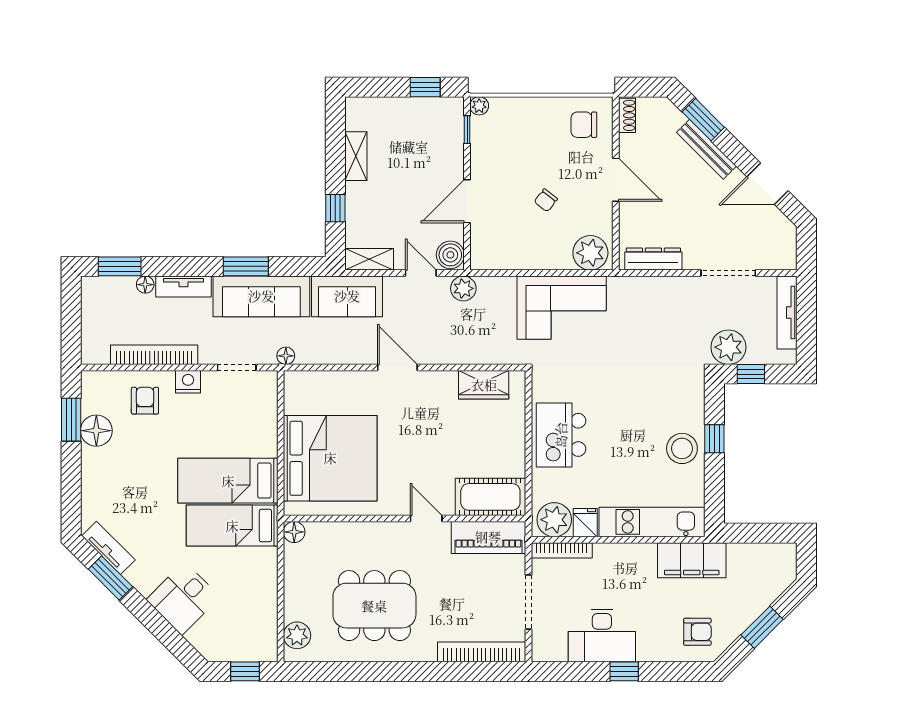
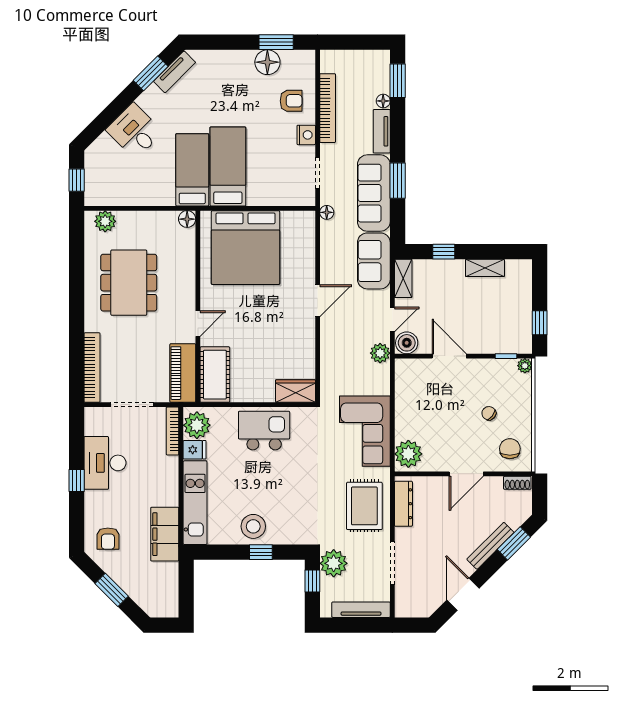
chair: (546, 200) -> (489, 413), moved
rug: (656, 308) -> (364, 506), added
wardrobe: (484, 385) -> (295, 391), moved, turned 90

